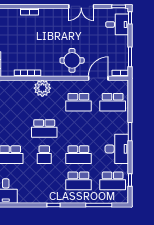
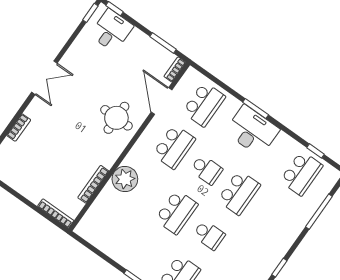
double door: (81, 6) -> (44, 78), moved
desk: (117, 149) -> (252, 131), moved
school desk: (78, 181) -> (206, 170), moved, width x0.54

